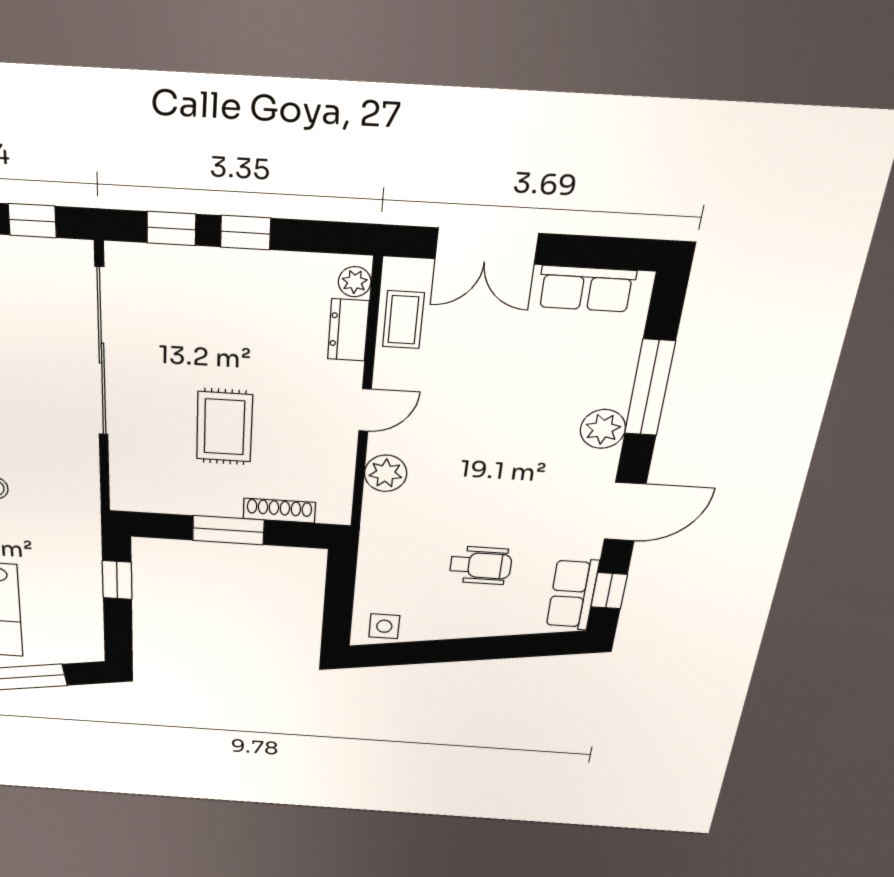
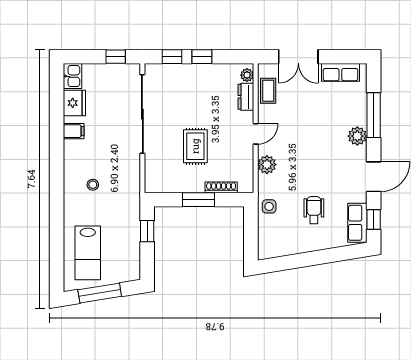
wheelchair: (481, 565) -> (314, 210), turned -90
side table: (384, 626) -> (269, 206), moved

